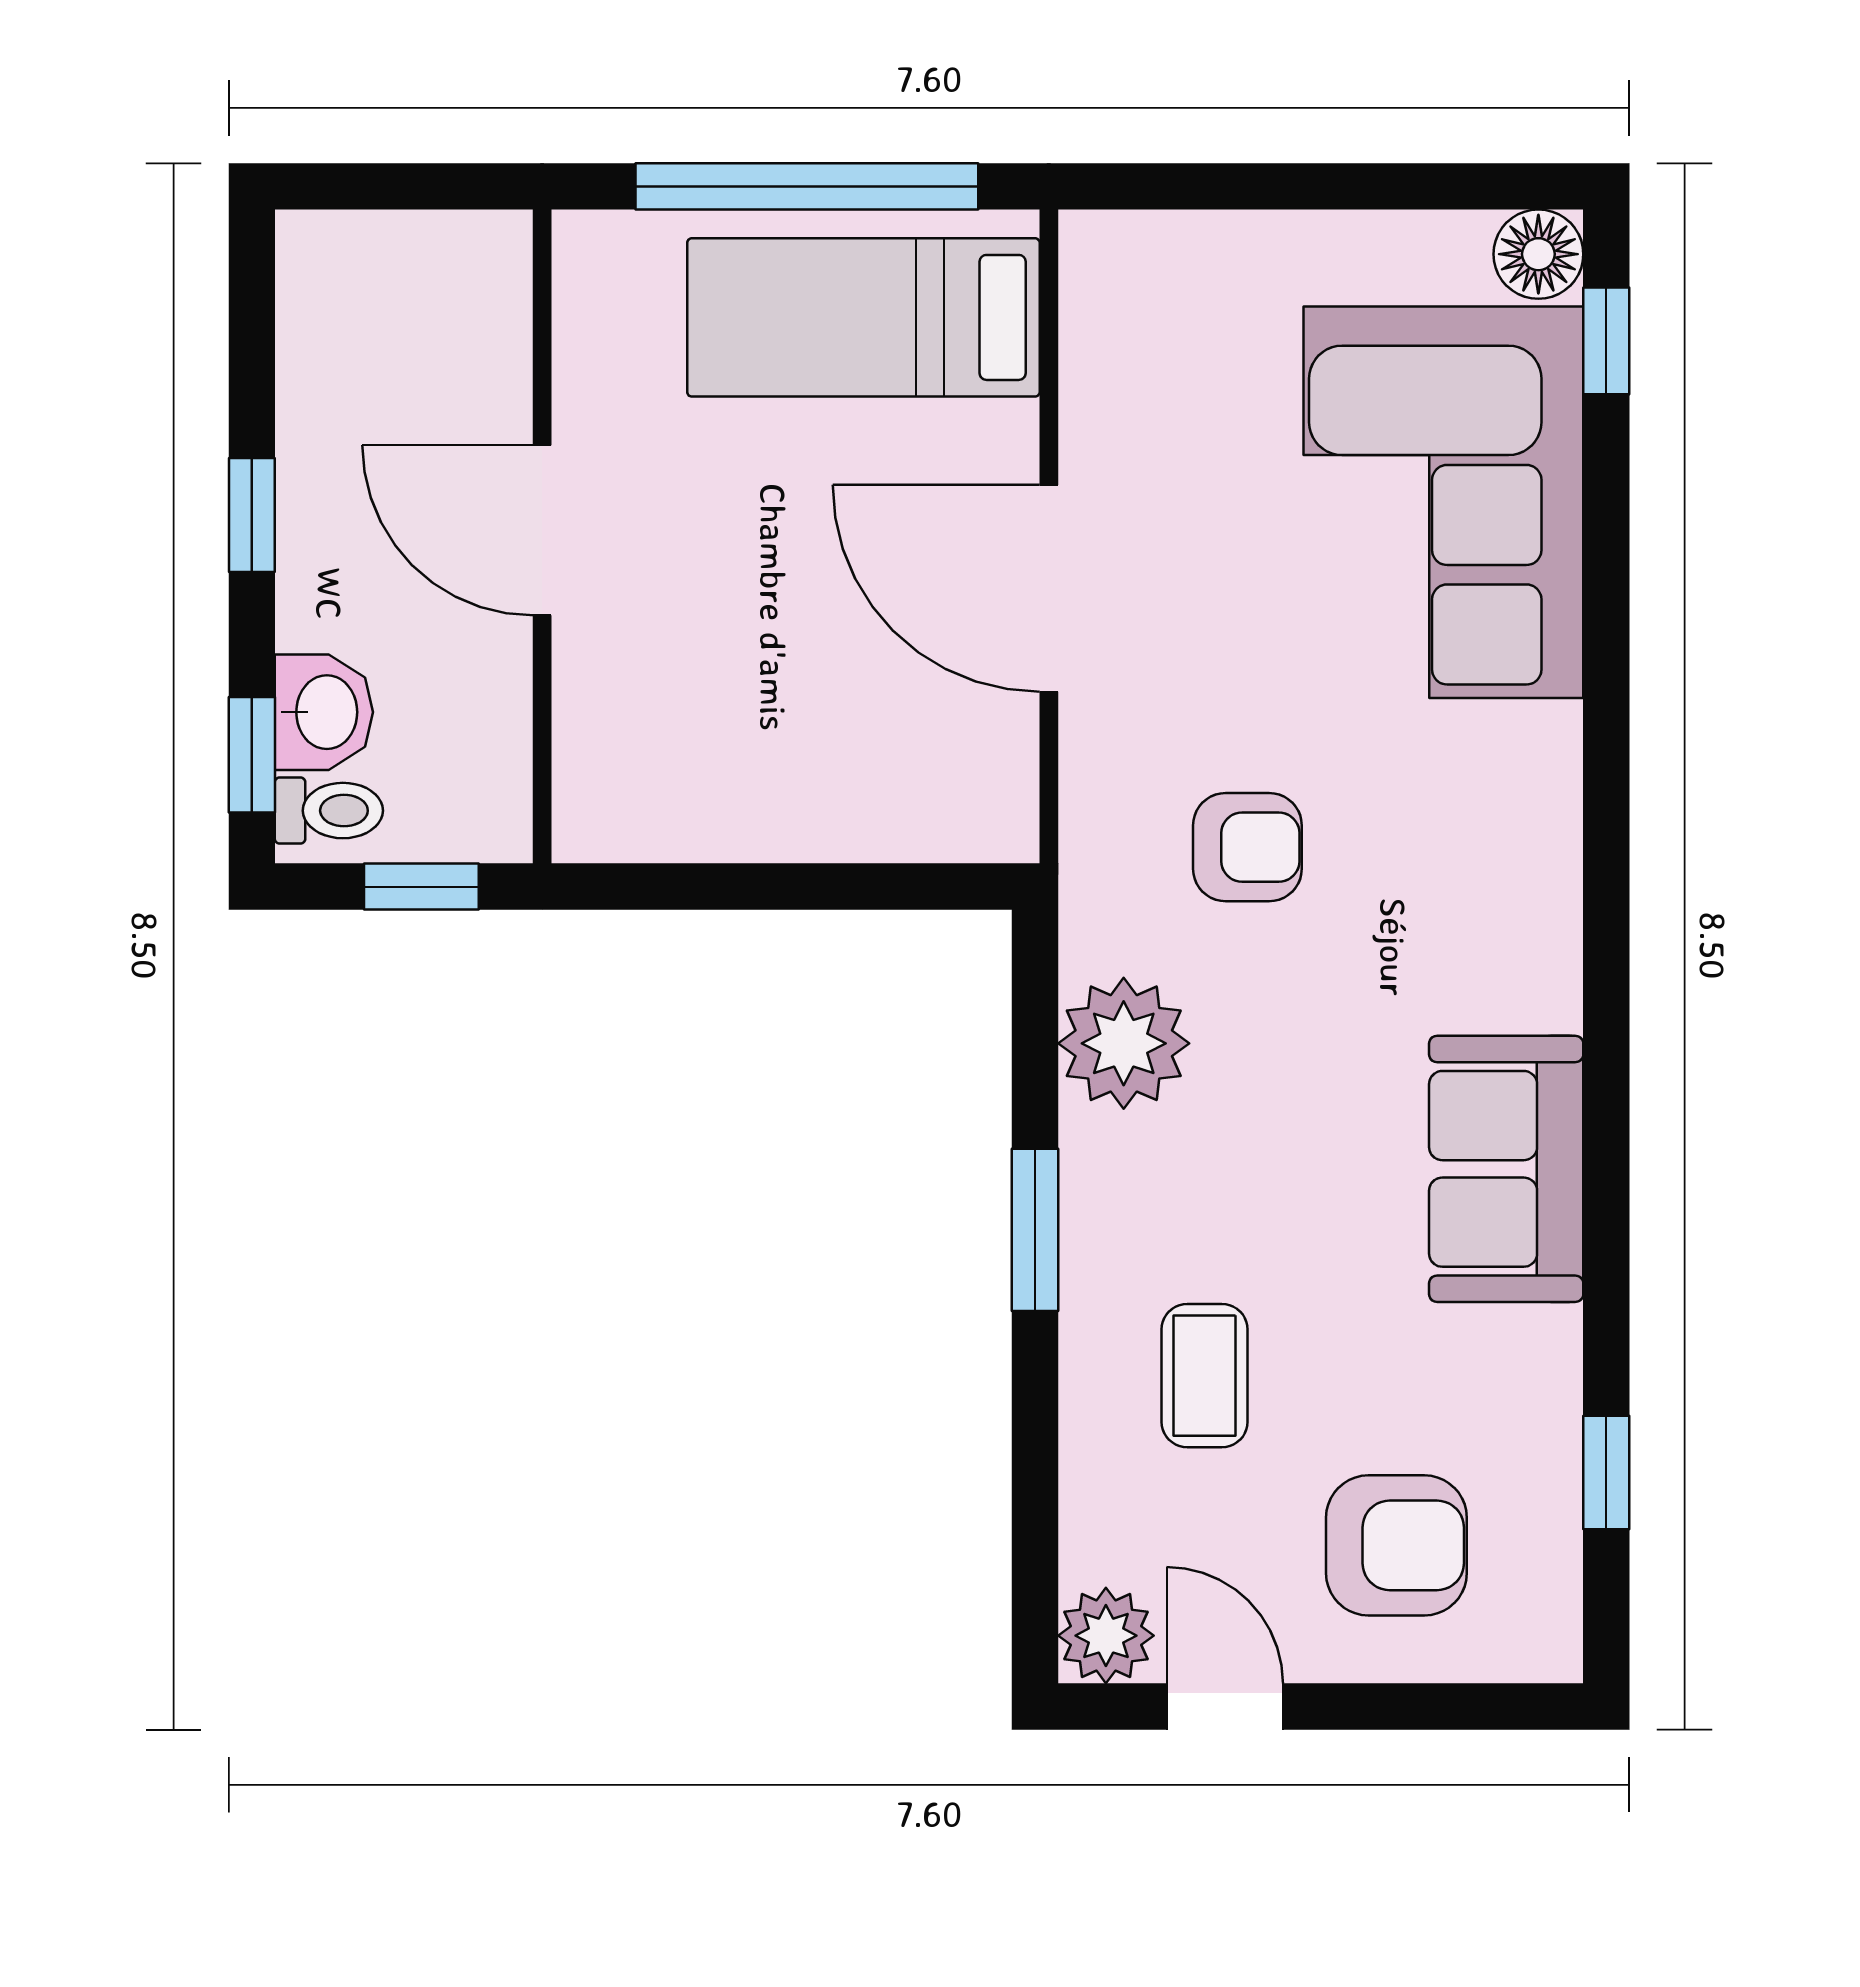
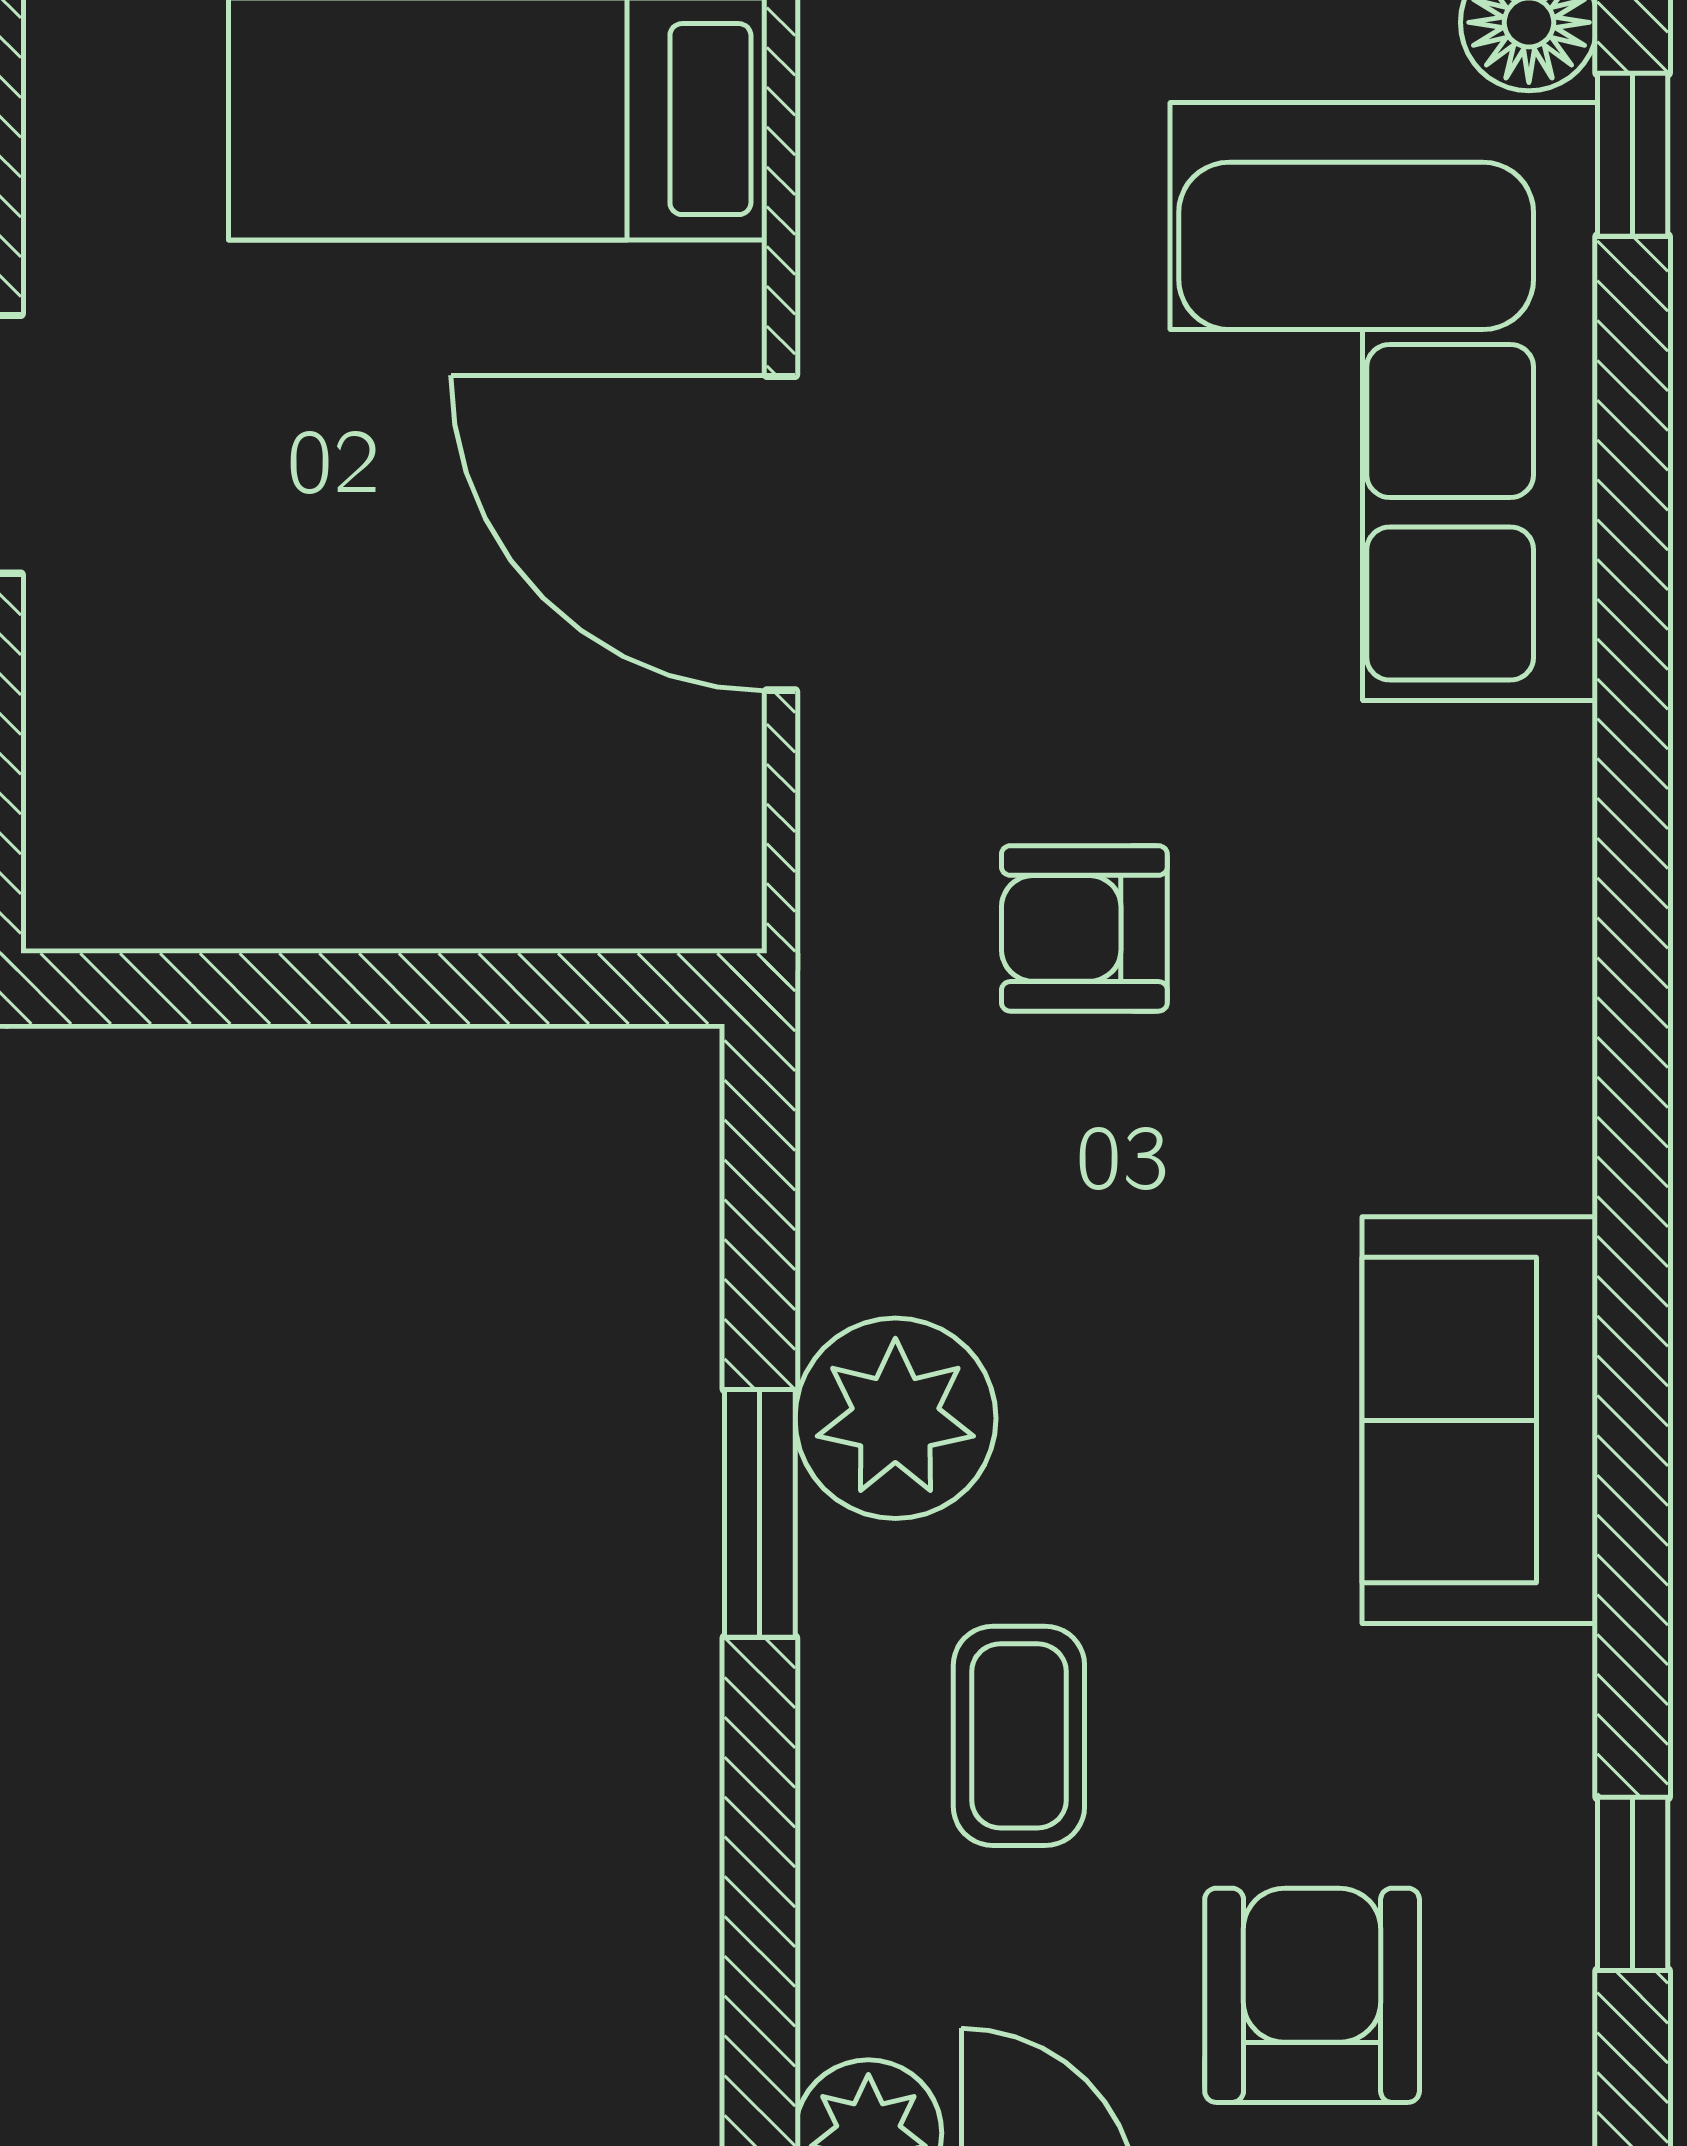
armchair: (1247, 847) -> (1084, 928), turned 180
plant: (1124, 1043) -> (895, 1418), moved
armchair: (1396, 1545) -> (1312, 1995), turned -90

